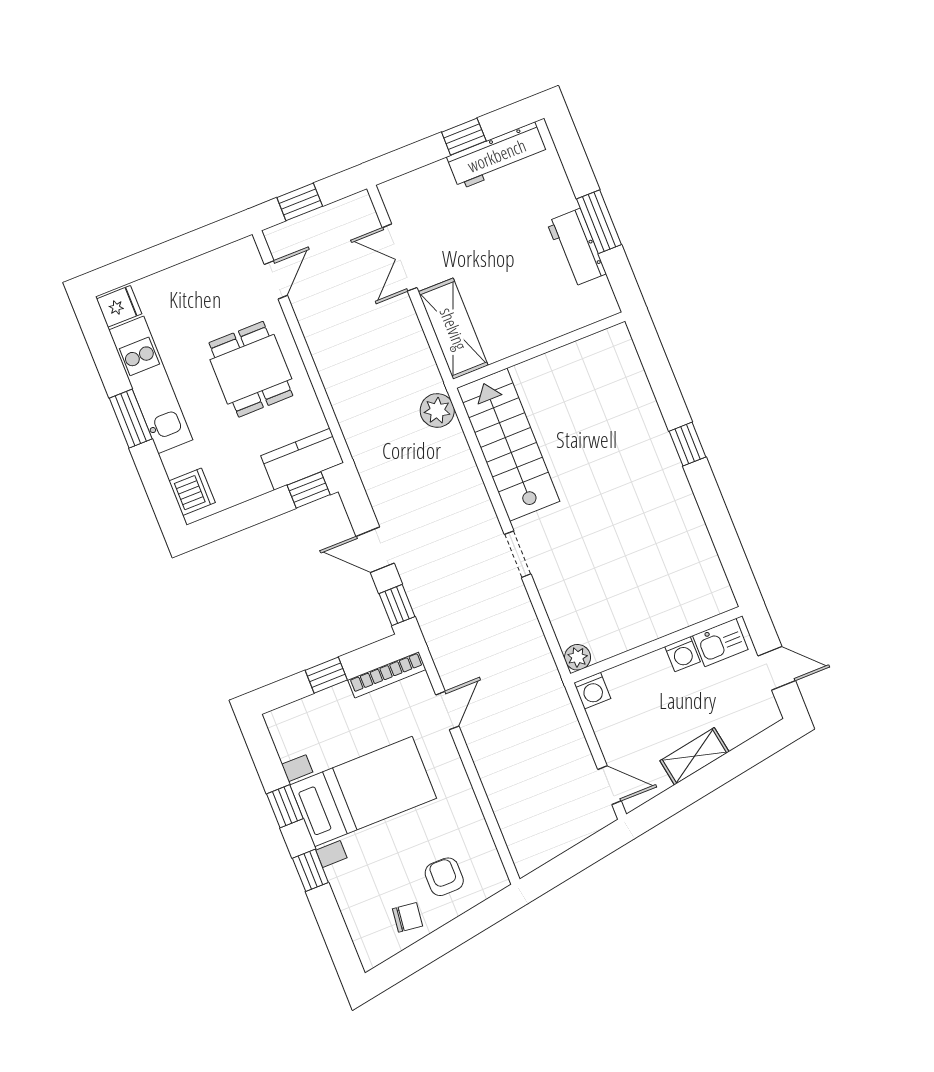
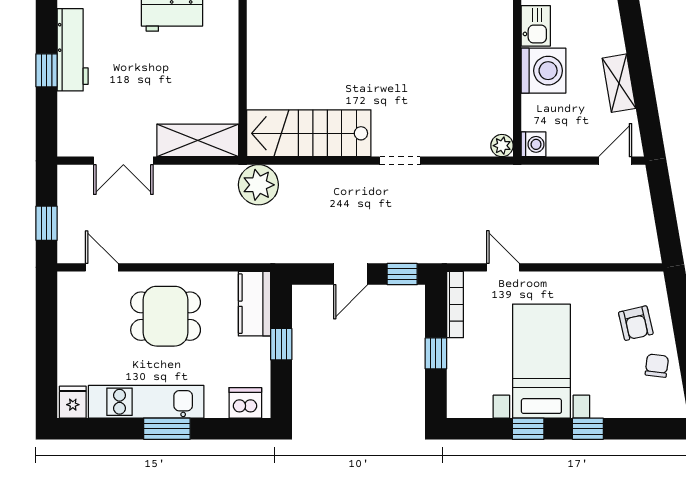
plant: (437, 410) -> (258, 185), width x1.36, depth x1.36
window: (309, 490) -> (281, 344), moved
washing machine: (682, 654) -> (544, 71), width x1.89, depth x1.89
armchair: (444, 877) -> (636, 323), turned -103

